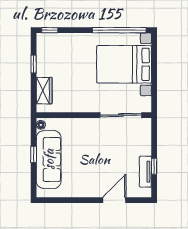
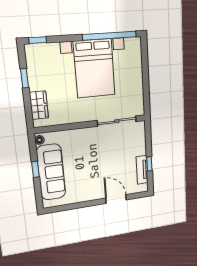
bed with nightstands: (124, 64) -> (94, 68), moved, turned -90
door: (114, 200) -> (116, 199), hinge flipped

